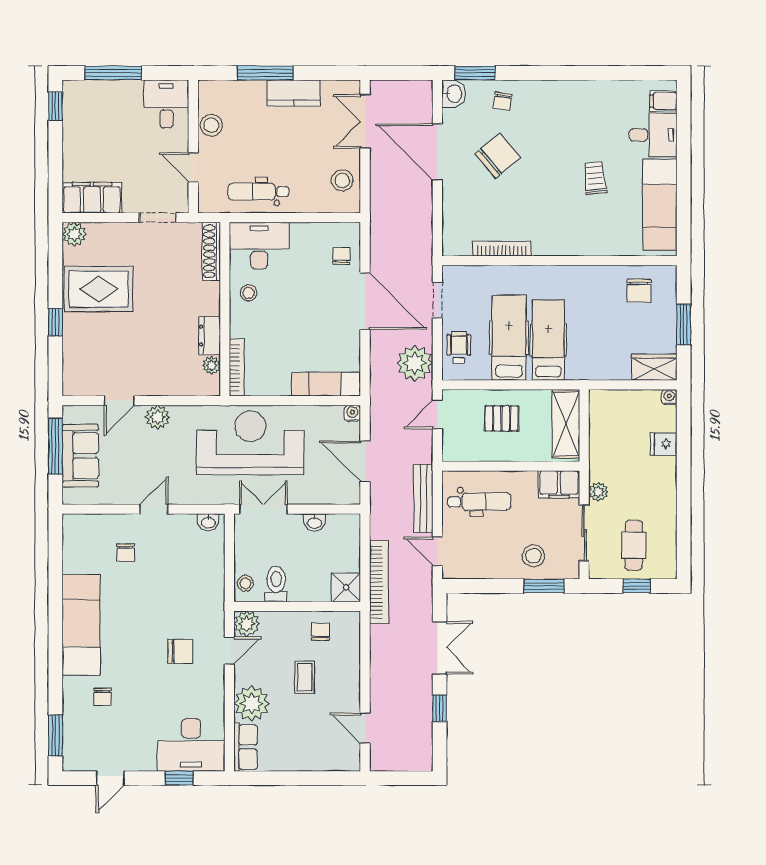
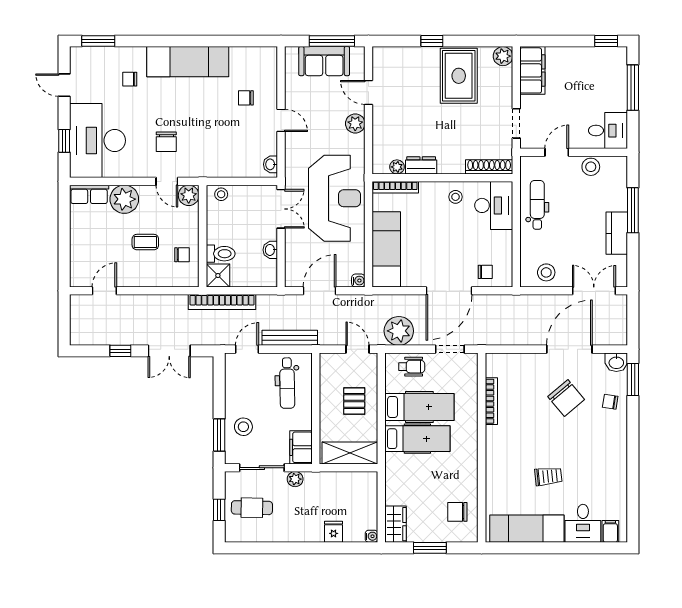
exam couch: (326, 384) -> (386, 249), width x1.36, depth x1.45
toilet: (276, 584) -> (221, 254), moved
desk: (191, 745) -> (97, 141), width x1.36, depth x1.30

